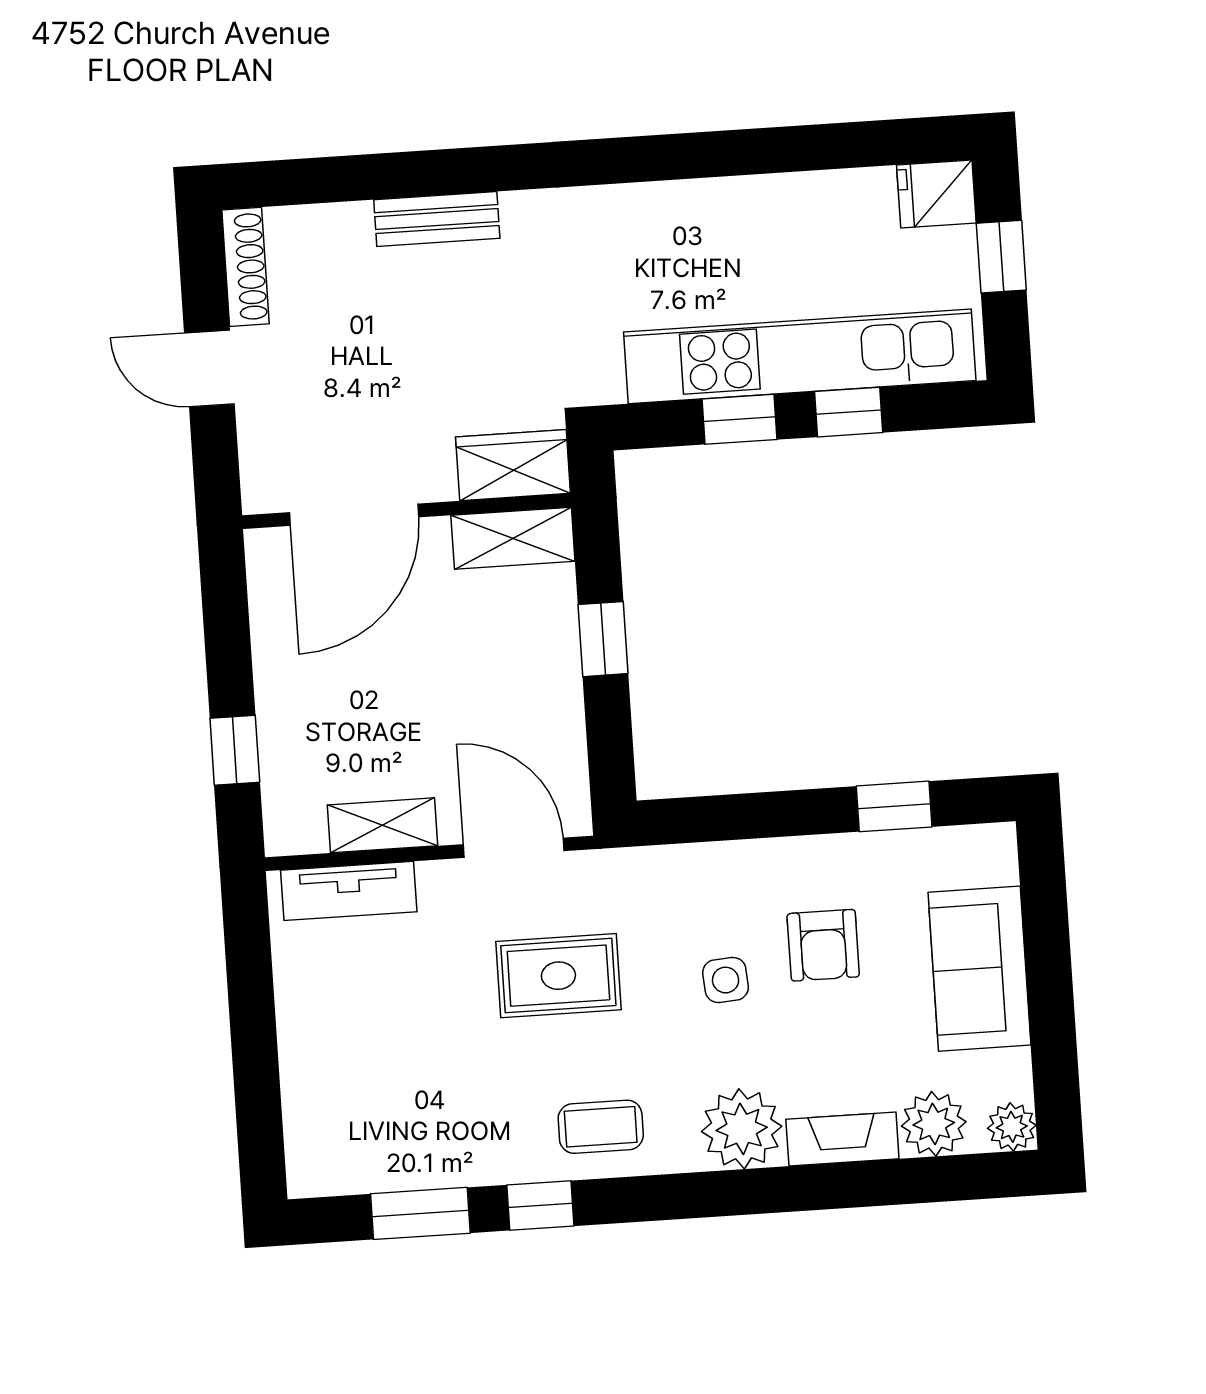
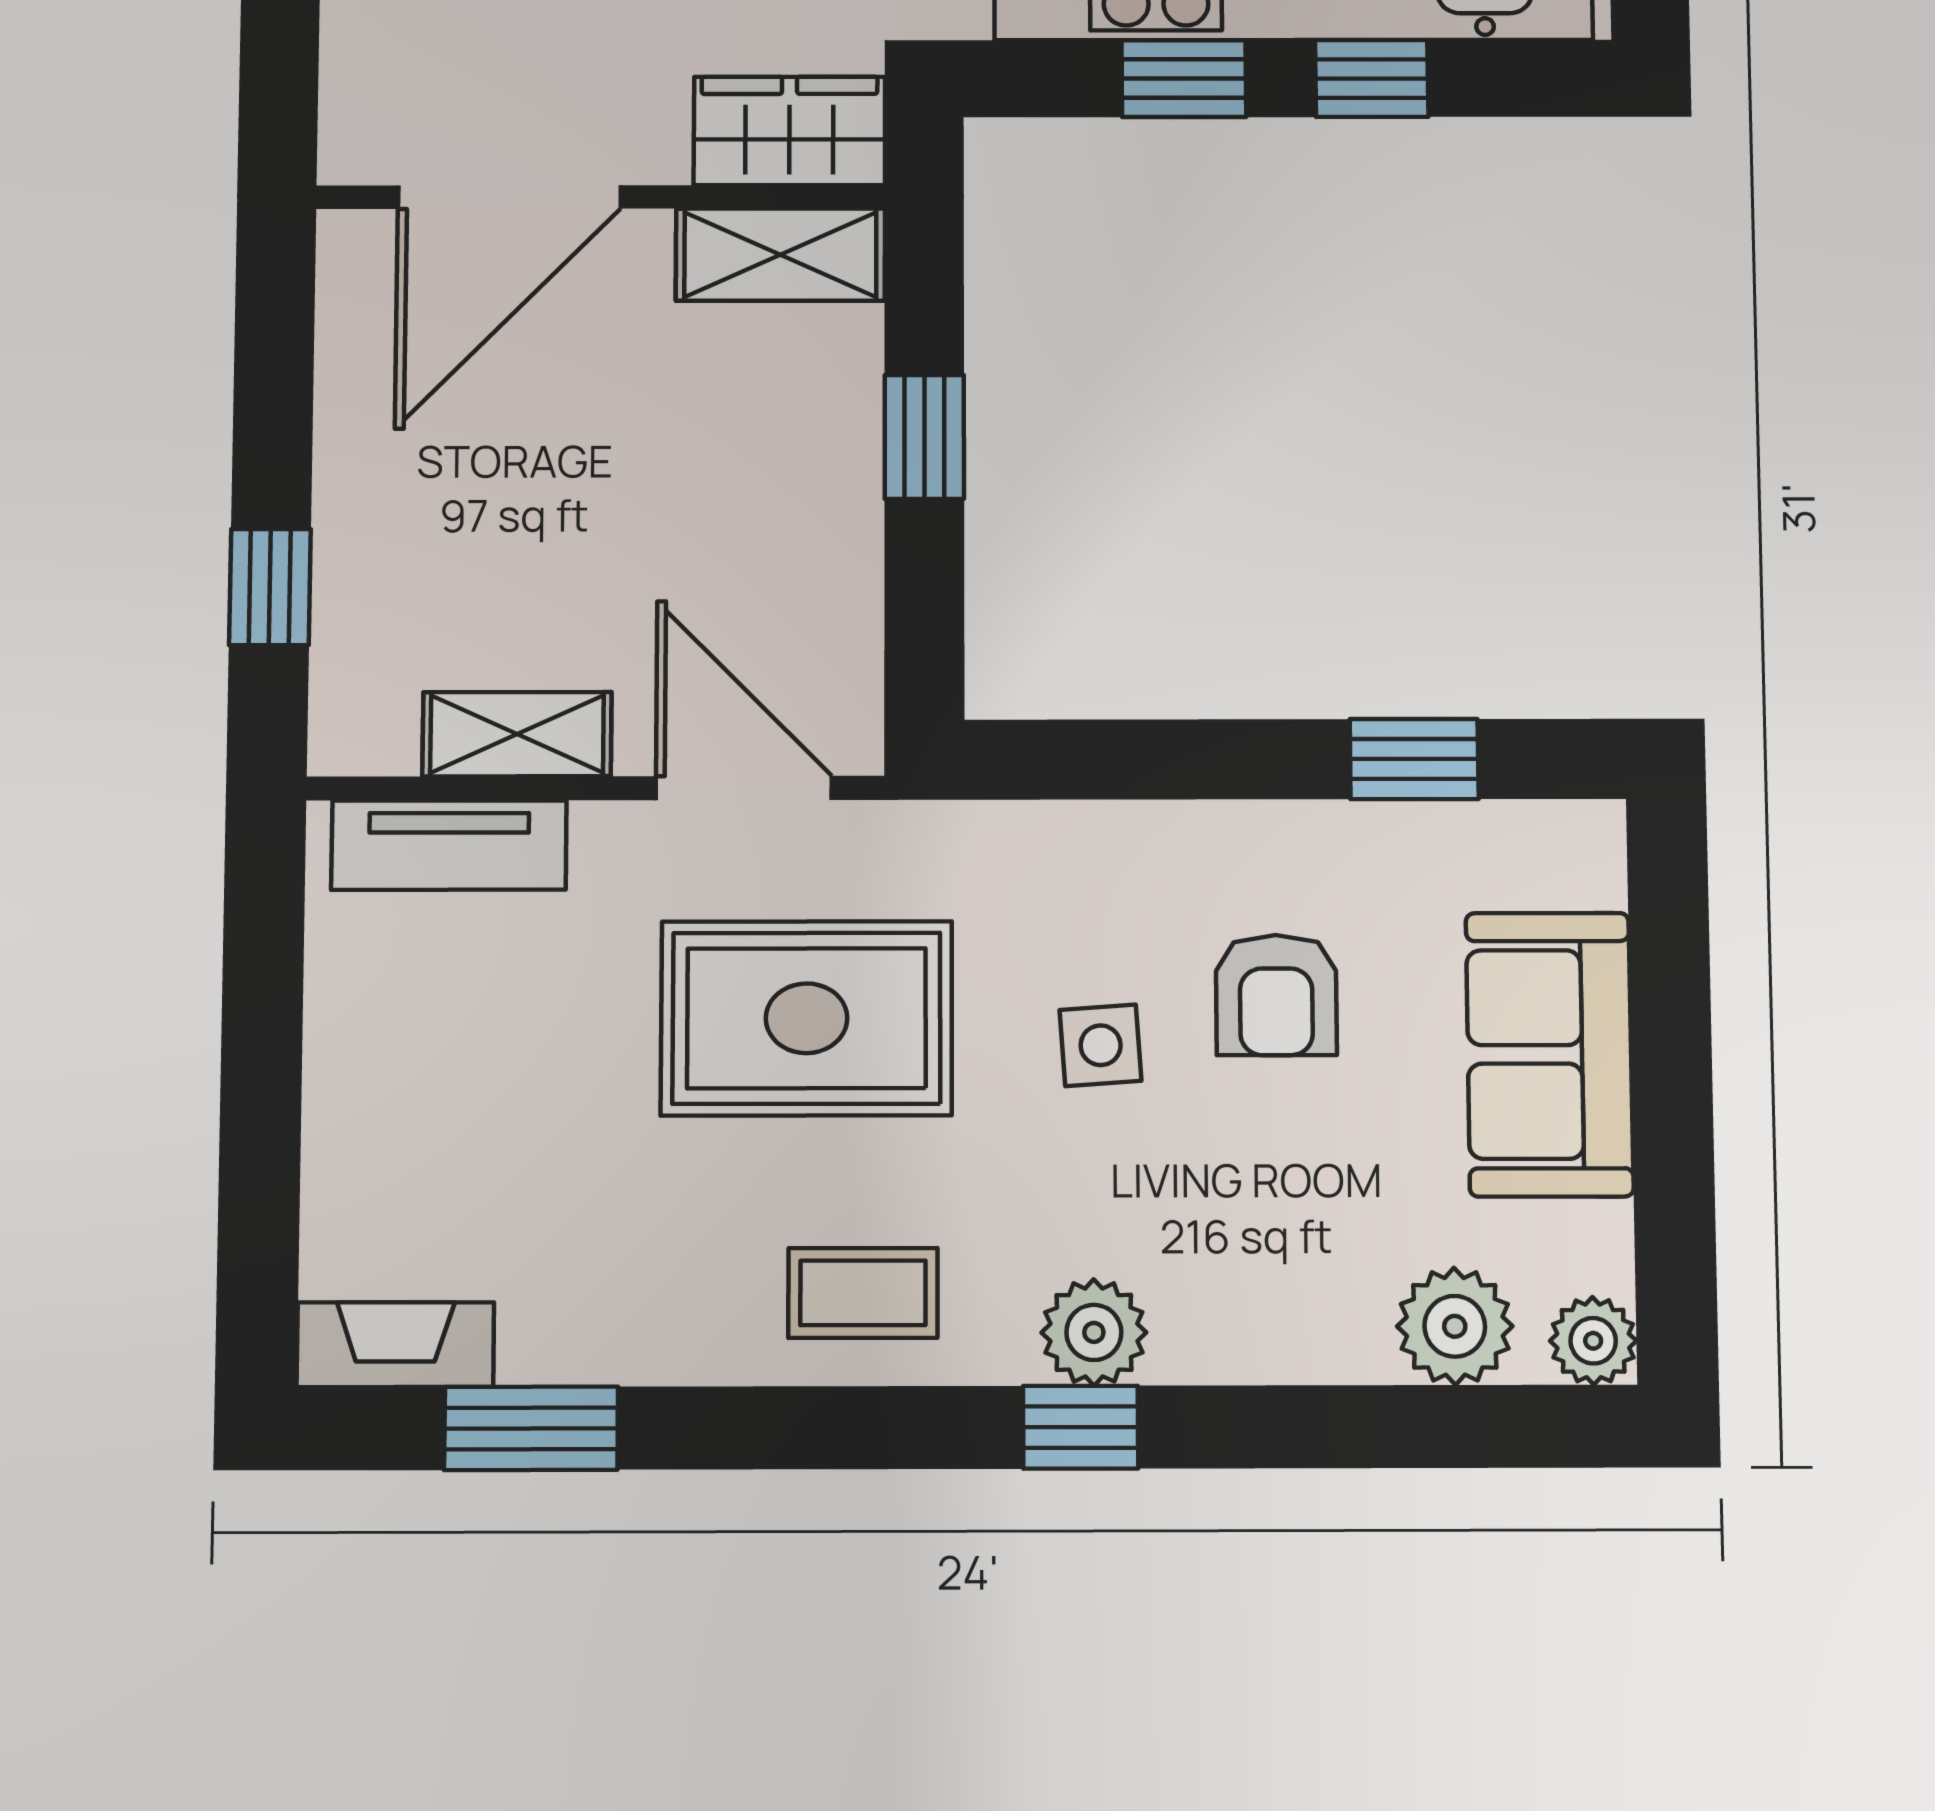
rug: (558, 976) -> (807, 1018), width x1.36, depth x1.43
plant: (742, 1129) -> (1094, 1332), width x0.73, depth x0.73
fireplace: (842, 1139) -> (395, 1345), moved
window: (540, 1205) -> (1081, 1427), moved

